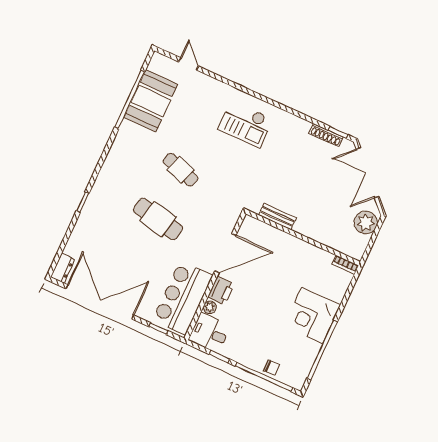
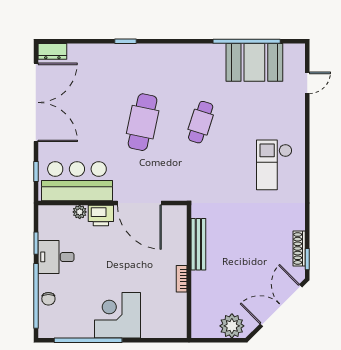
bench: (277, 216) -> (198, 244), width x1.36
bookcase: (345, 265) -> (182, 279), moved
desk: (210, 333) -> (56, 257), moved, turned -90

